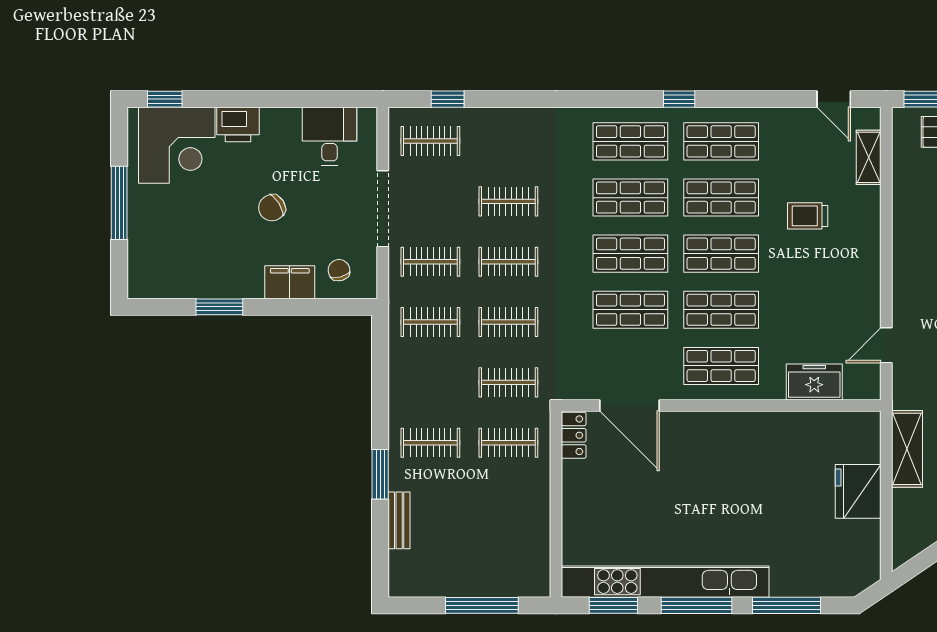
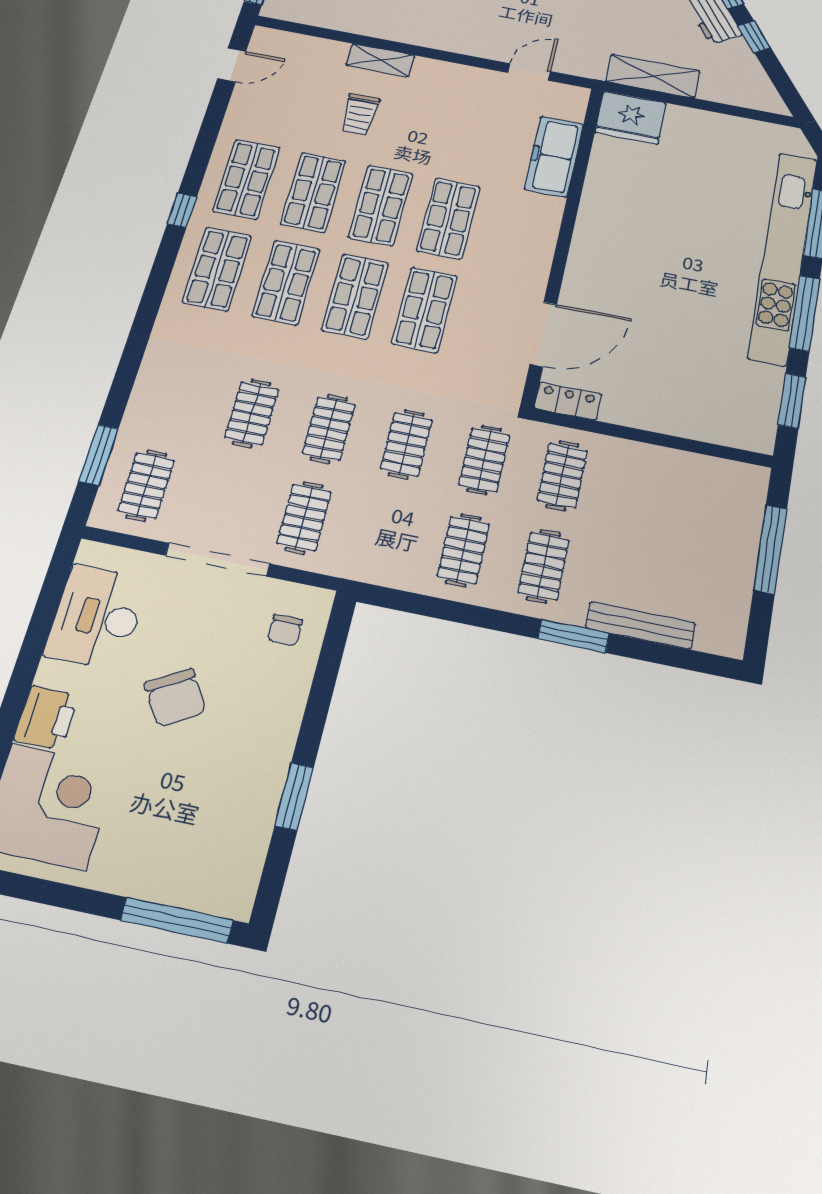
window: (448, 99) -> (99, 455), width x1.50
desk: (330, 136) -> (97, 617), width x1.37
shelving: (869, 157) -> (381, 60), moved
window: (119, 203) -> (177, 920), moved
chair: (272, 208) -> (175, 698), width x1.37, depth x1.37
chair: (339, 270) -> (285, 630), turned -75
filing cabinet: (290, 282) -> (285, 696), removed
clothes rail: (430, 322) -> (463, 550), moved
door: (886, 345) -> (529, 72), swing flipped
shop shelf: (721, 366) -> (516, 232), removed
freezer: (814, 382) -> (554, 156), width x1.40
fridge: (858, 491) -> (631, 118), moved
bench: (399, 520) -> (640, 625), width x1.36
kitchen unit: (665, 582) -> (783, 257), moved

